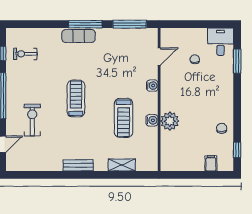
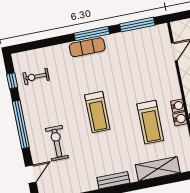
water cooler: (152, 86) -> (178, 106), moved
treadmill: (76, 99) -> (97, 112), turned 180
shelving: (122, 165) -> (158, 169), width x1.50, depth x1.33

